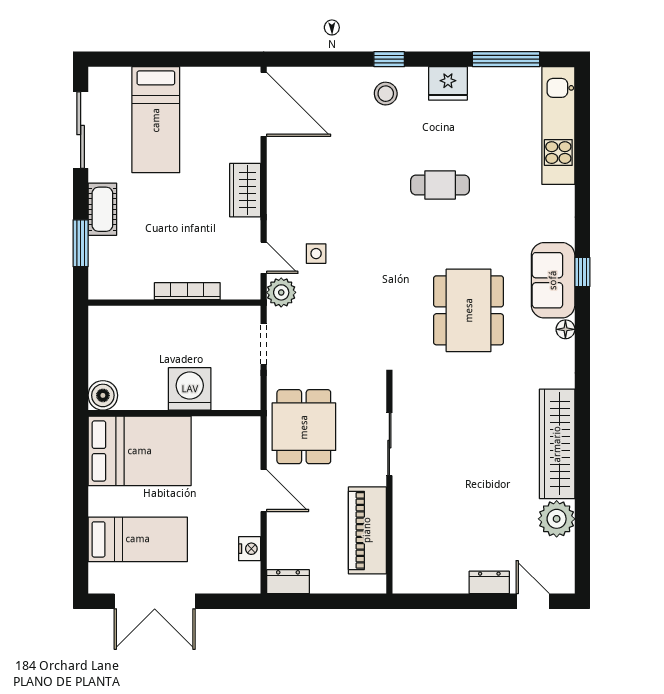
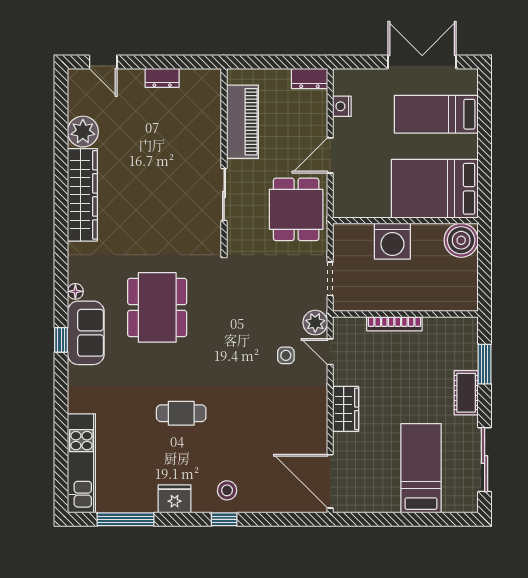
boiler: (103, 395) -> (461, 240), width x1.37, depth x1.37
door: (264, 491) -> (330, 155), hinge flipped
dresser: (489, 582) -> (162, 78), moved

